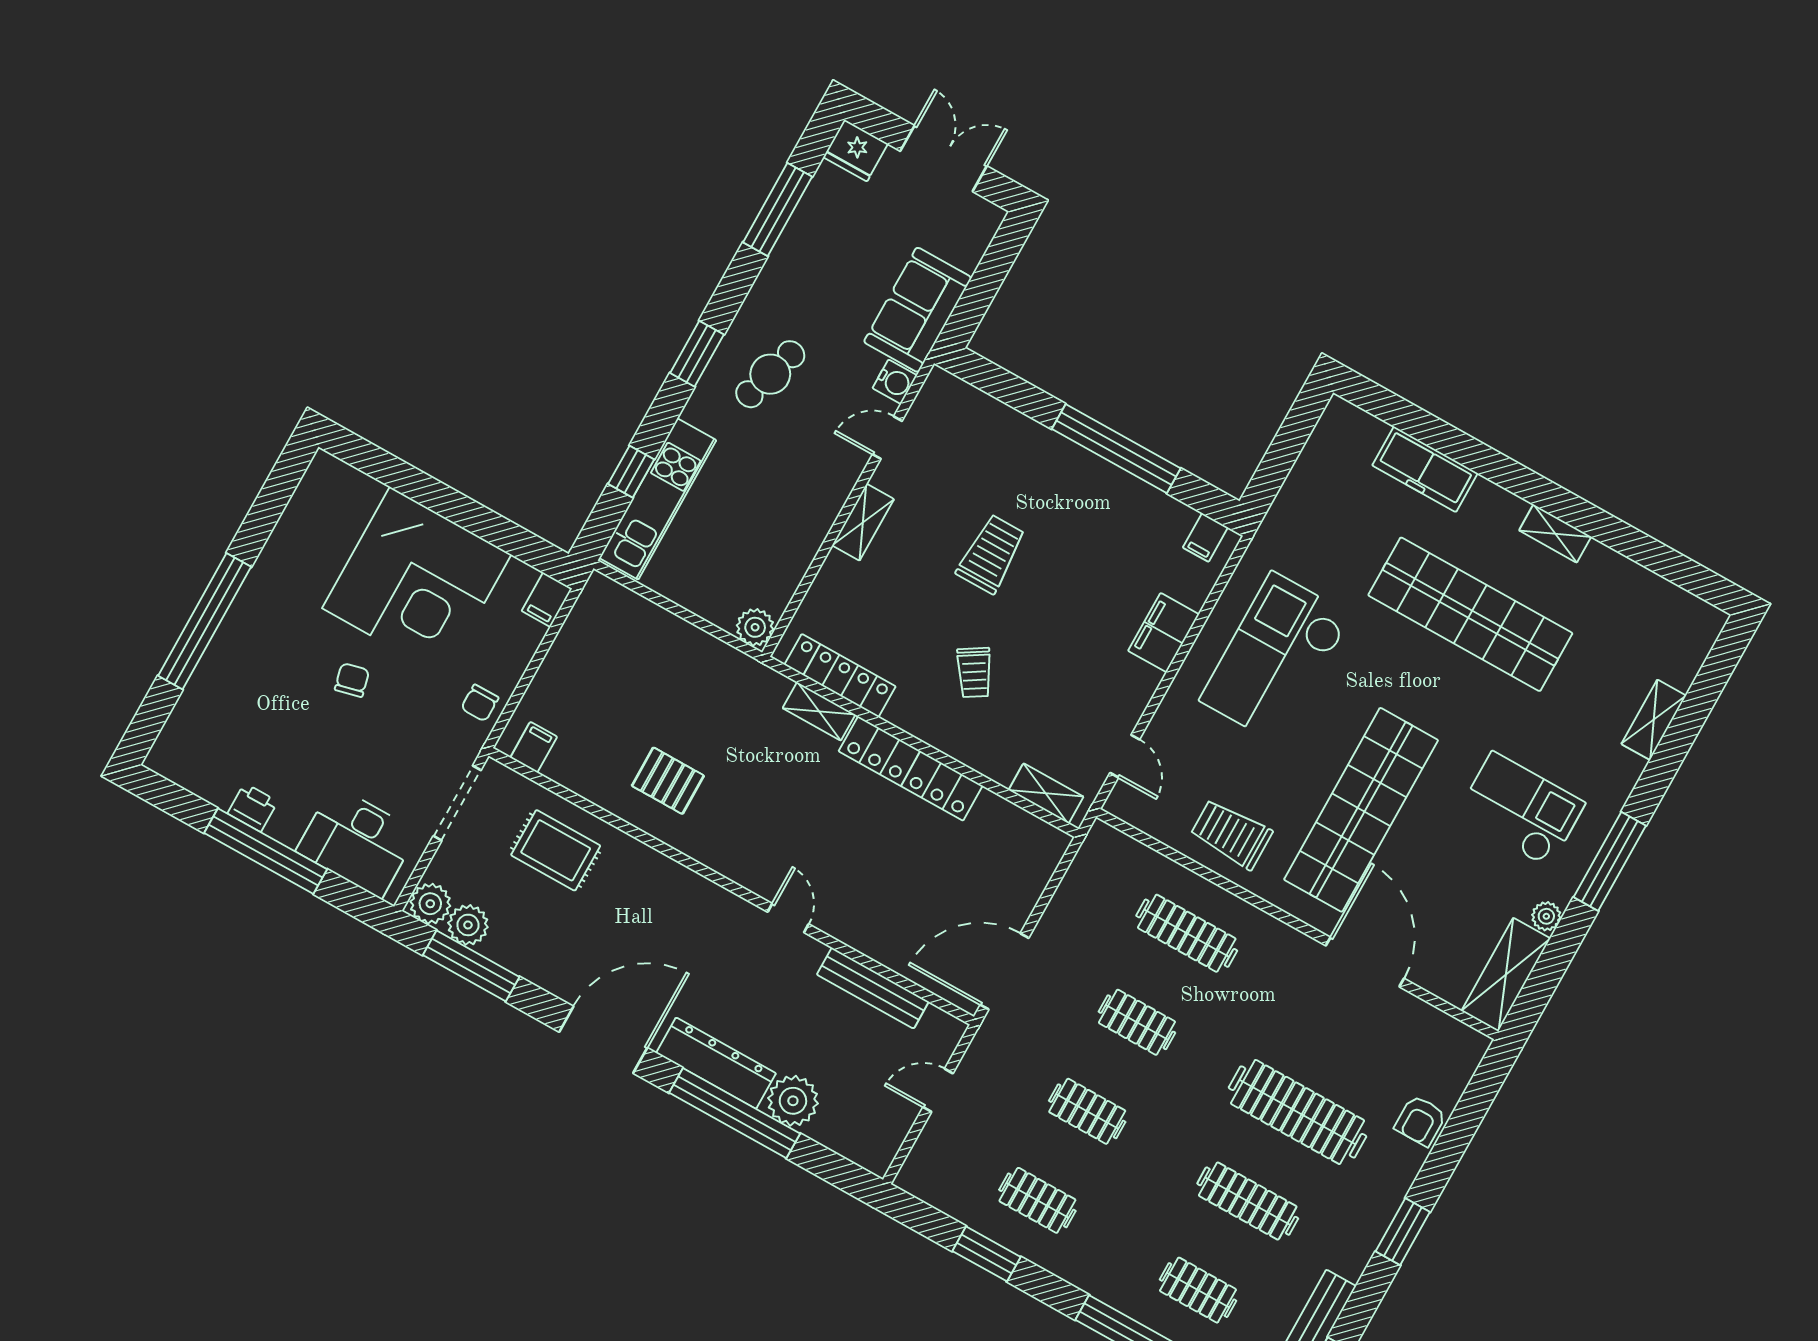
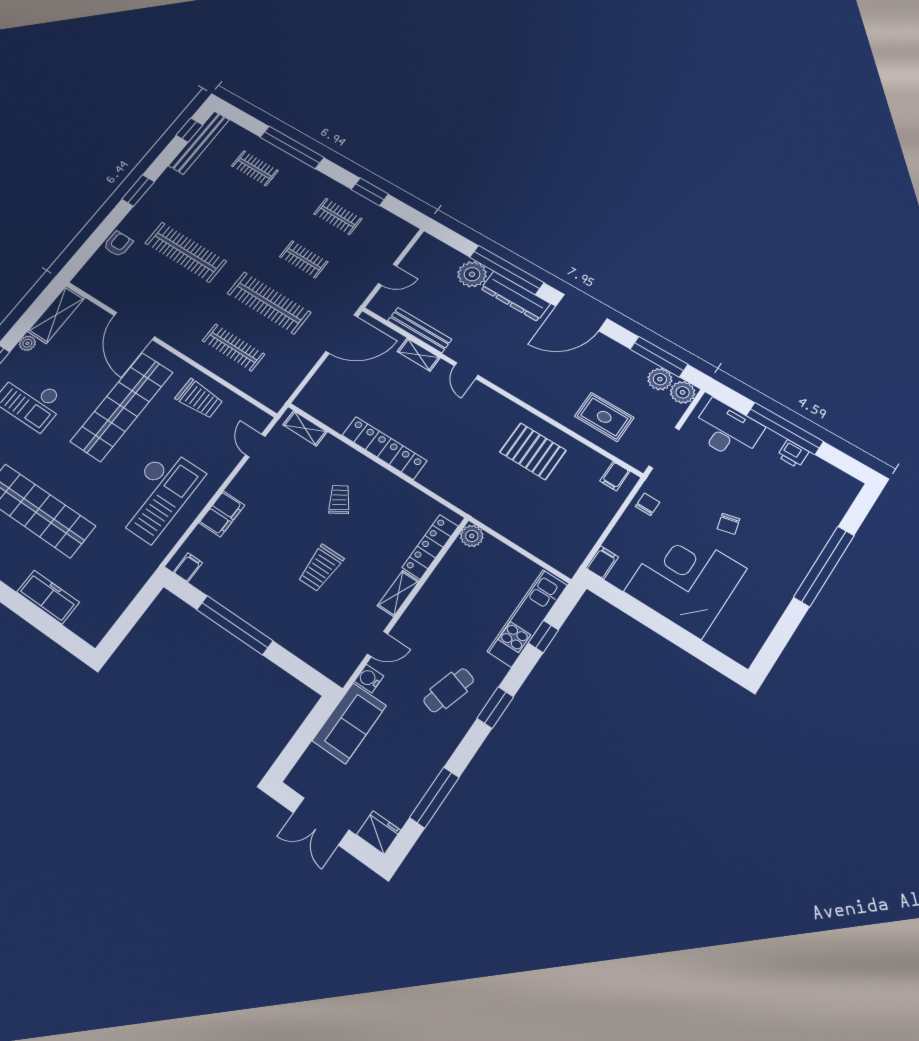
locker: (840, 676) -> (430, 547), moved, turned 90
shelving: (819, 711) -> (419, 355), moved
pallet: (668, 781) -> (533, 451), width x1.50, depth x1.42
clothes rail: (1137, 1022) -> (269, 303), width x1.86, depth x1.31
clothes rail: (1248, 1201) -> (221, 210), removed

